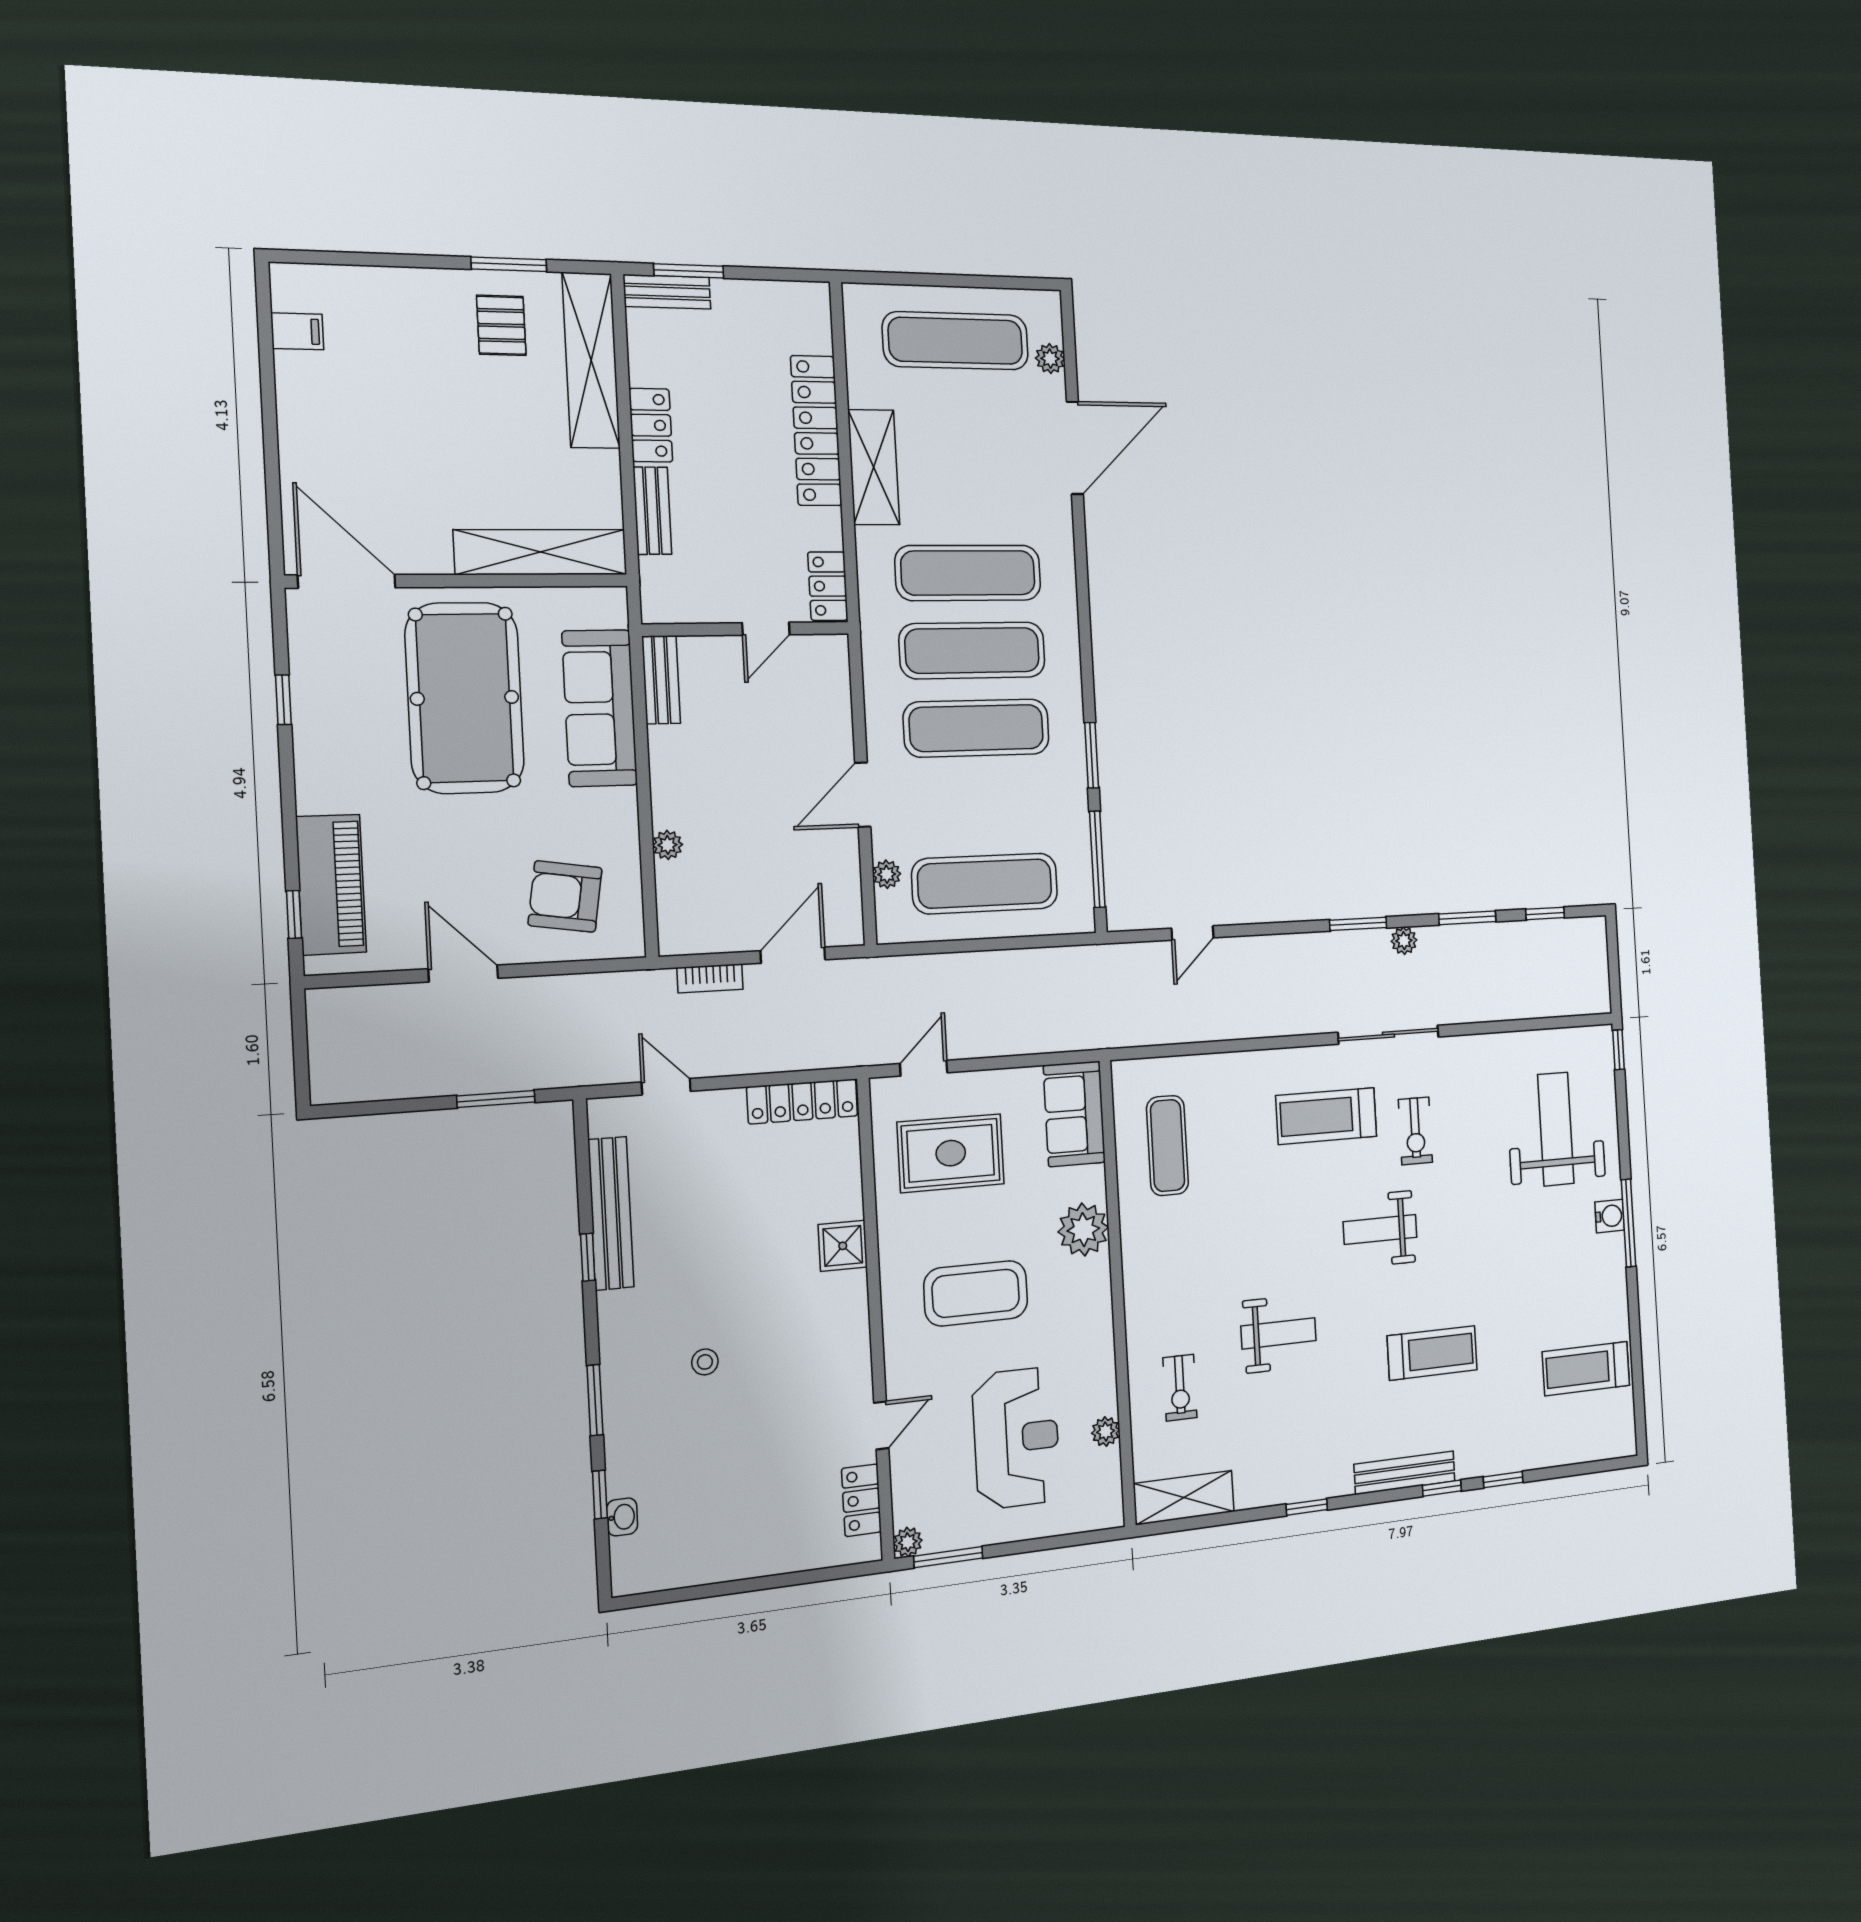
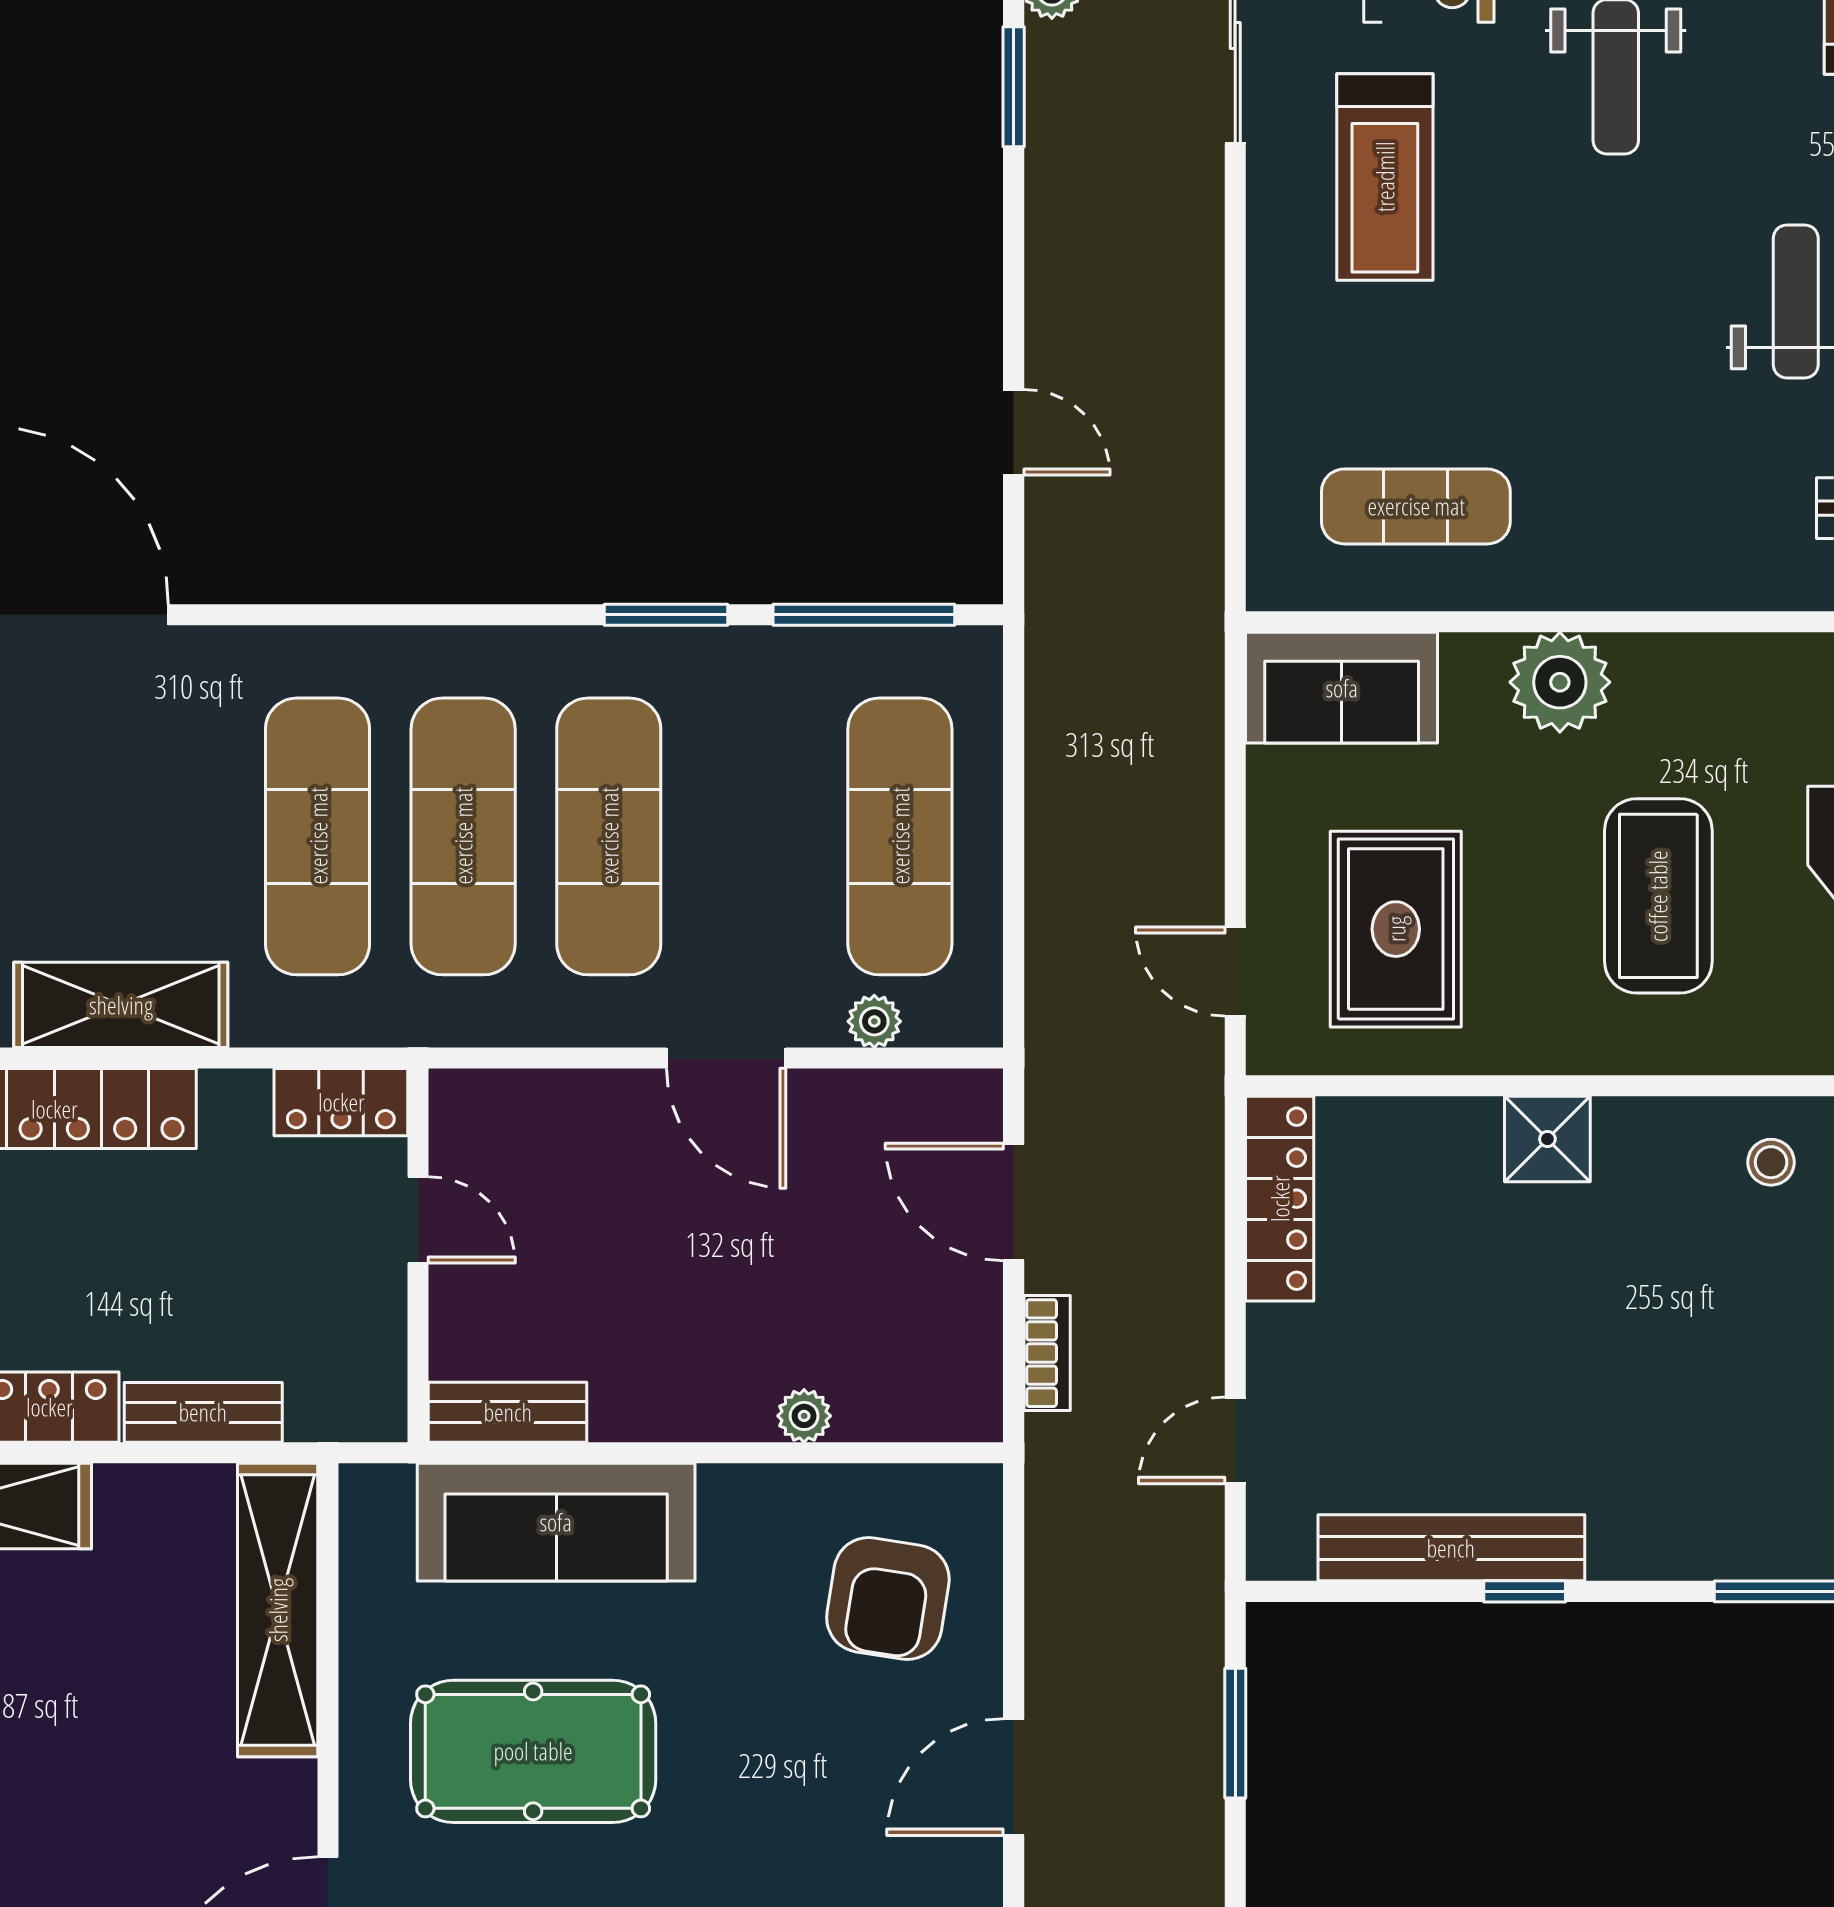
pool table: (465, 698) -> (533, 1751), width x0.73, depth x0.76
stool: (705, 1362) -> (1771, 1162), moved

